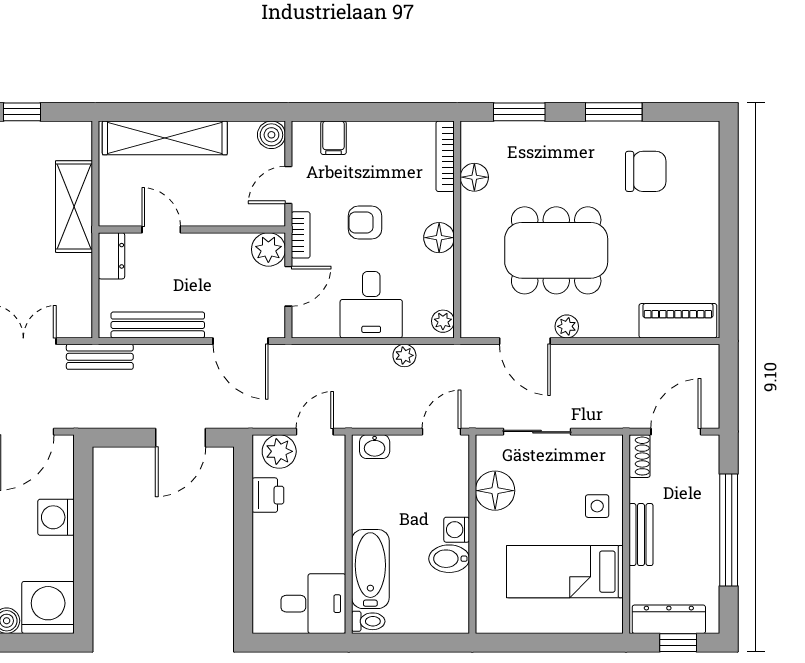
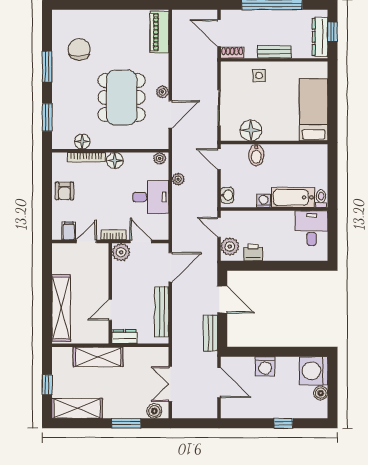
boiler: (271, 135) -> (59, 251), removed
filing cabinet: (333, 138) -> (69, 231), moved, turned -90
bookcase: (445, 156) -> (86, 157), moved
door: (288, 185) -> (86, 242), swing flipped
armchair: (365, 222) -> (64, 191), moved
bench: (100, 357) -> (211, 333), moved
washing machine: (457, 530) -> (264, 201), moved, turned 180
bidet: (449, 559) -> (256, 155), moved
bed: (565, 572) -> (314, 110), moved, turned 180

